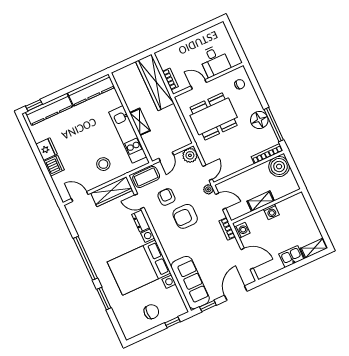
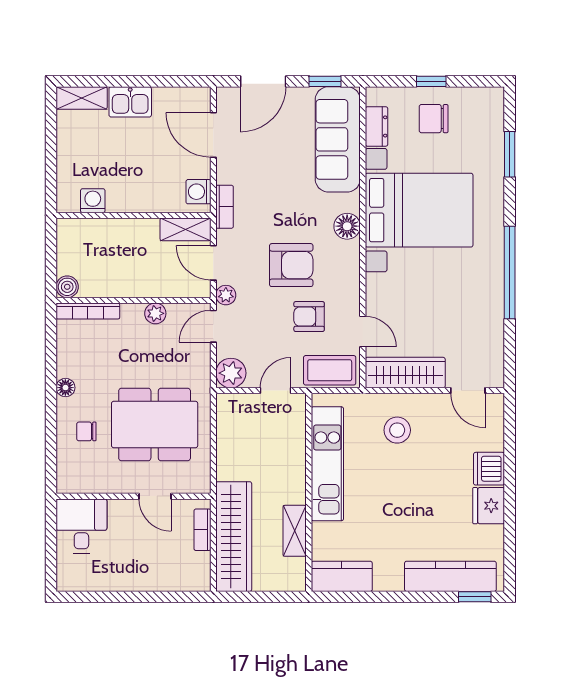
desk: (214, 61) -> (81, 526), moved
chair: (240, 84) -> (86, 431), moved
kitchen counter: (91, 90) -> (342, 576), width x0.67
floor lamp: (259, 120) -> (65, 388), width x0.53, depth x0.53
shelving: (140, 122) -> (295, 531), moved
window: (274, 125) -> (51, 359), removed
plant: (236, 167) -> (155, 313), added
boiler: (279, 167) -> (67, 287), width x0.54, depth x0.54
armchair: (166, 197) -> (309, 317), turned 90
shelving: (261, 201) -> (185, 229), moved
washing machine: (271, 212) -> (93, 201), moved
dresser: (141, 221) -> (377, 126), moved
floor lamp: (168, 245) -> (347, 226), added
window: (104, 299) -> (510, 154), moved
window: (173, 322) -> (431, 81), moved

